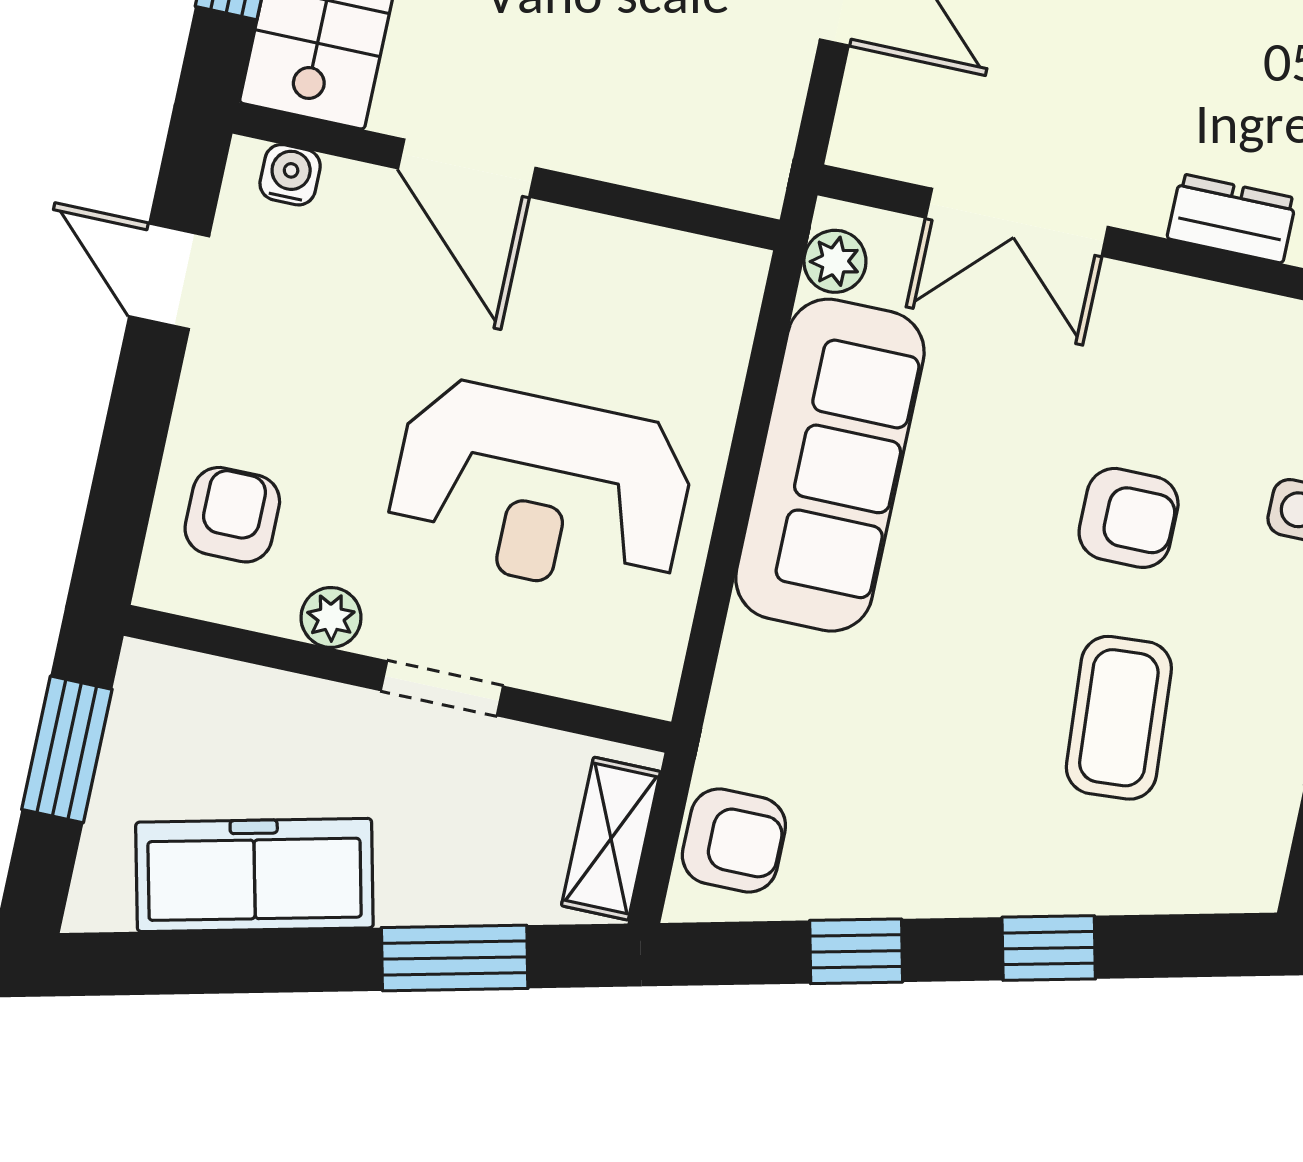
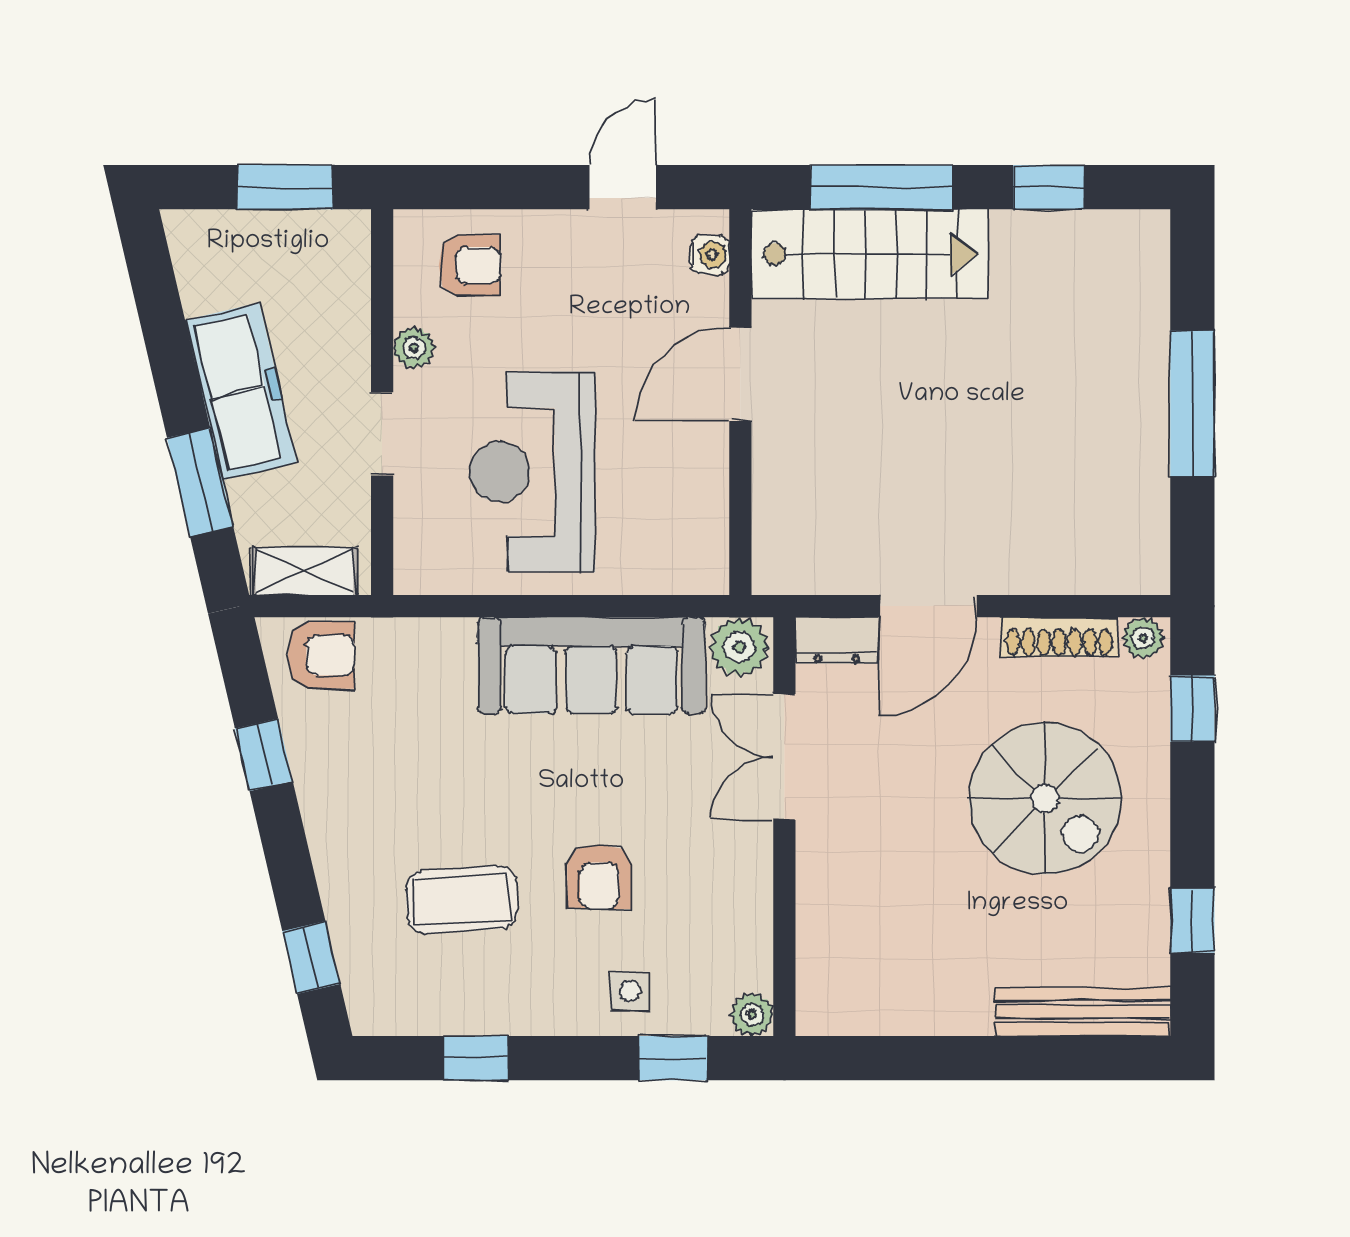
dresser: (1232, 218) -> (837, 640), moved, turned 90
plant: (835, 261) -> (739, 647), width x1.38, depth x1.38
armchair: (734, 841) -> (321, 655), turned -90
freezer: (254, 875) -> (241, 391), moved
window: (1049, 948) -> (311, 957), moved

